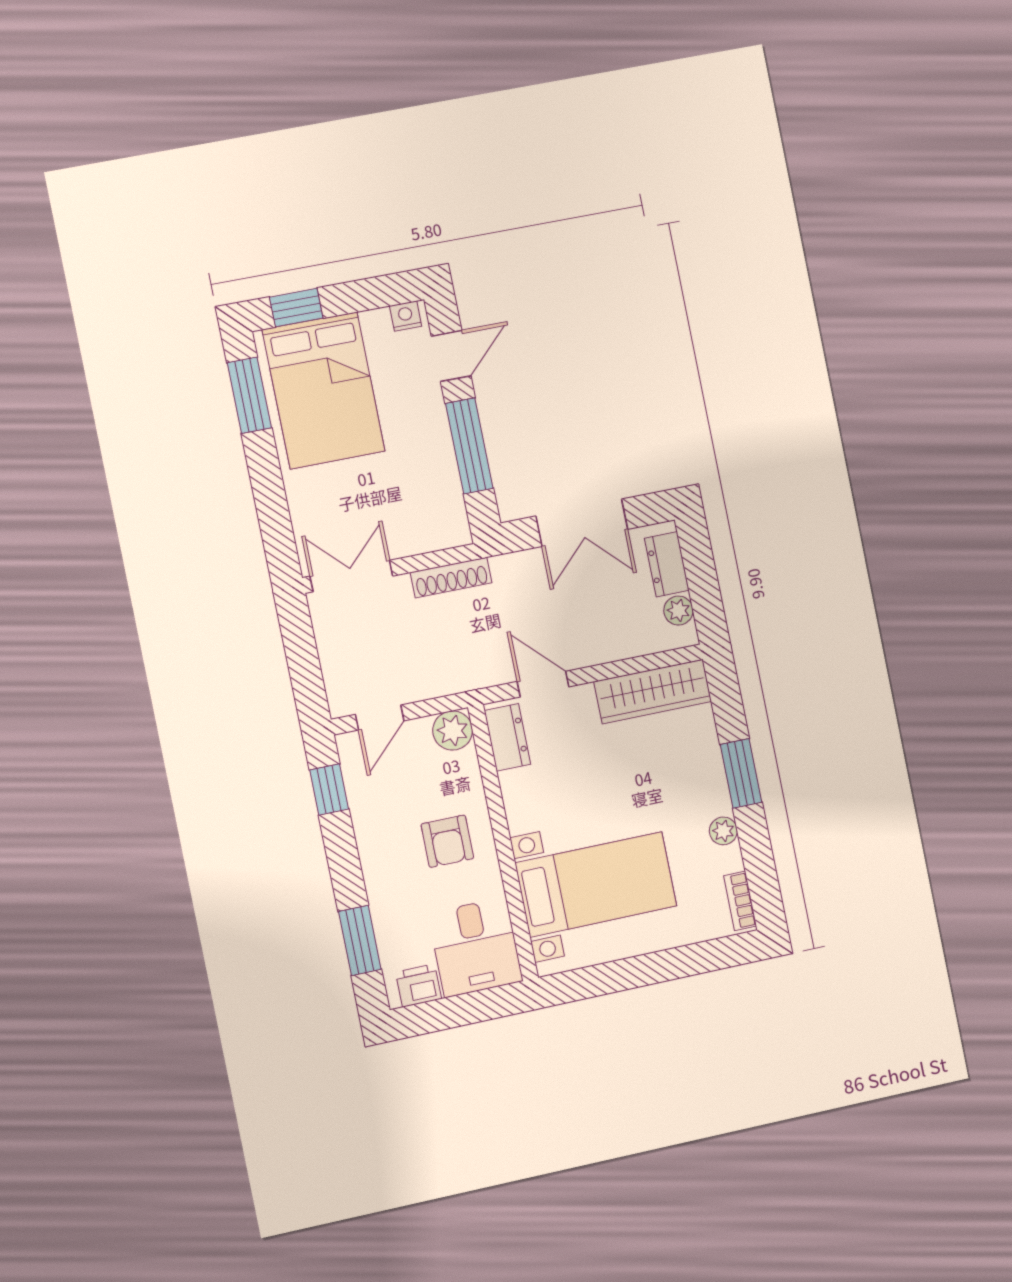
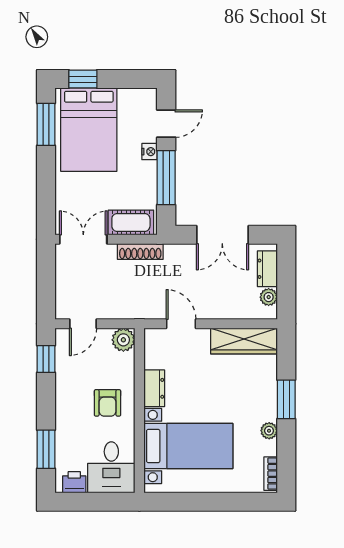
nightstand: (406, 316) -> (150, 152), moved, turned 90
cot: (426, 532) -> (131, 222), added
dresser: (507, 737) -> (154, 388), moved

